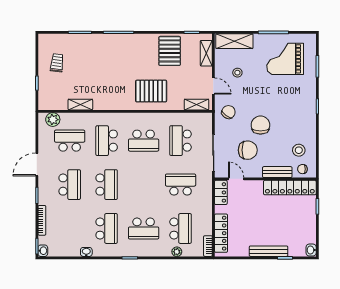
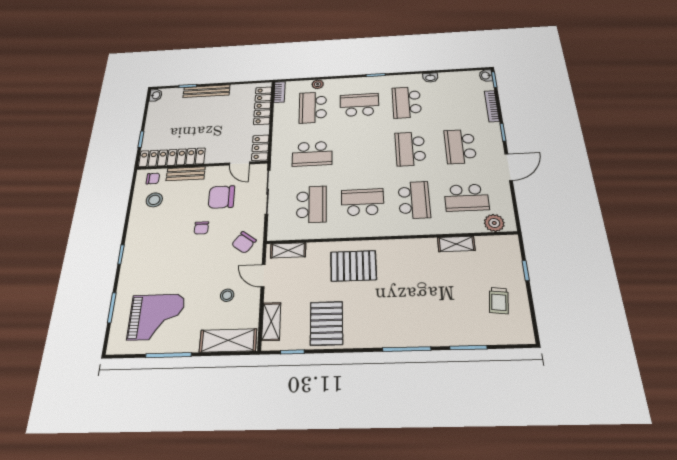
chair: (260, 125) -> (201, 228), width x0.54, depth x0.54

